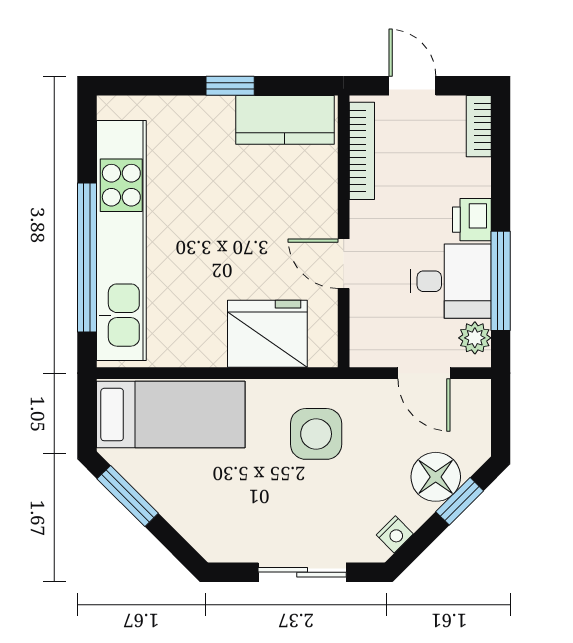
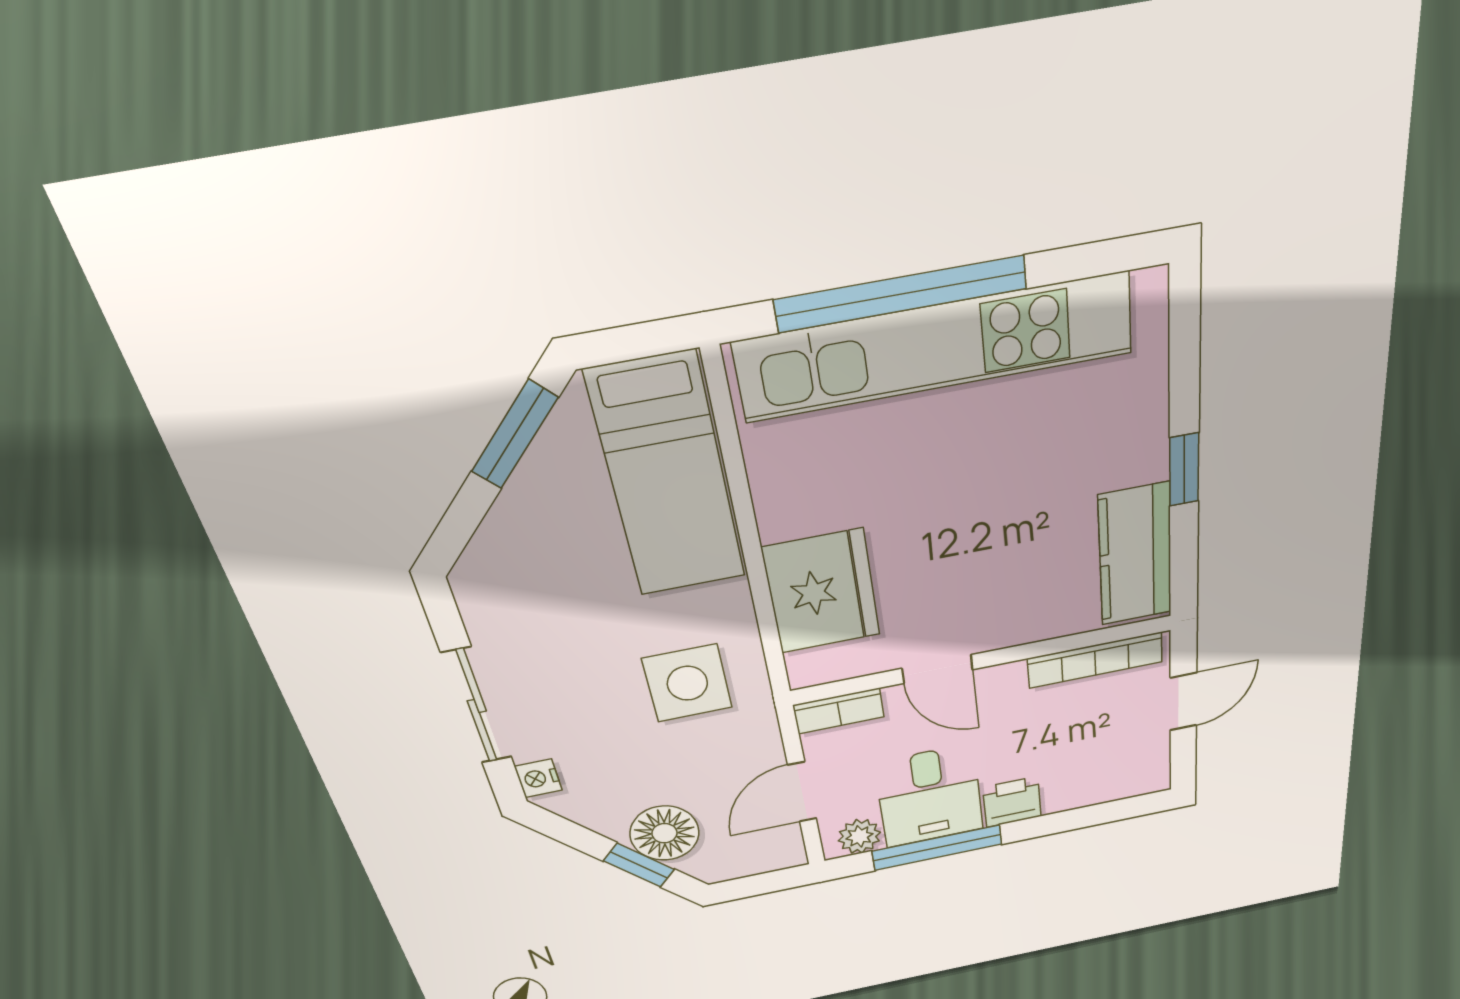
bookcase: (479, 126) -> (839, 711), moved, turned 180
door: (344, 264) -> (937, 669), swing flipped
nightstand: (395, 534) -> (538, 778), moved, turned 45

